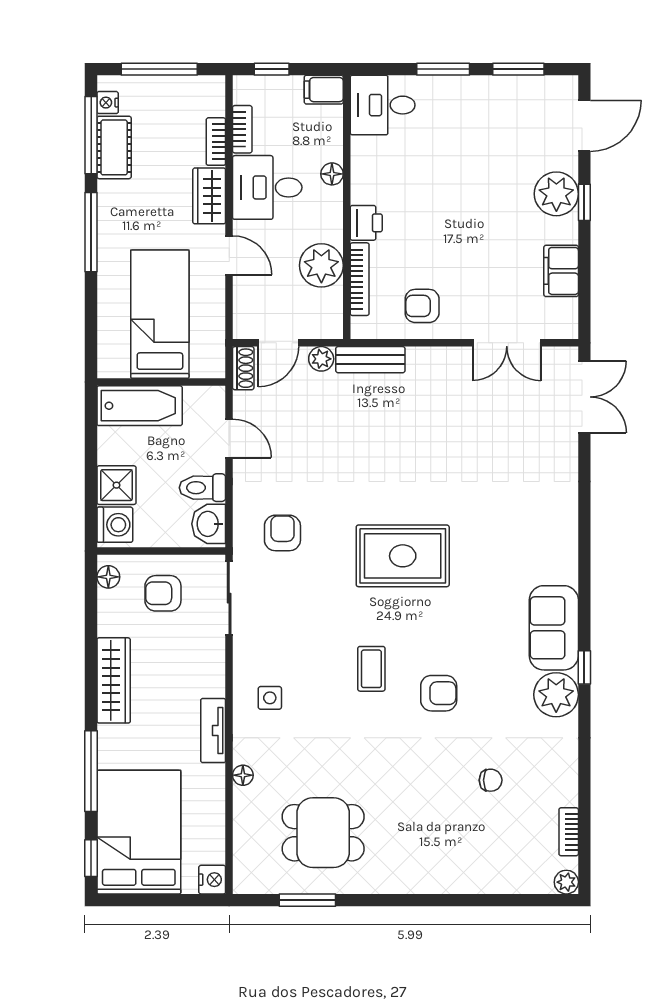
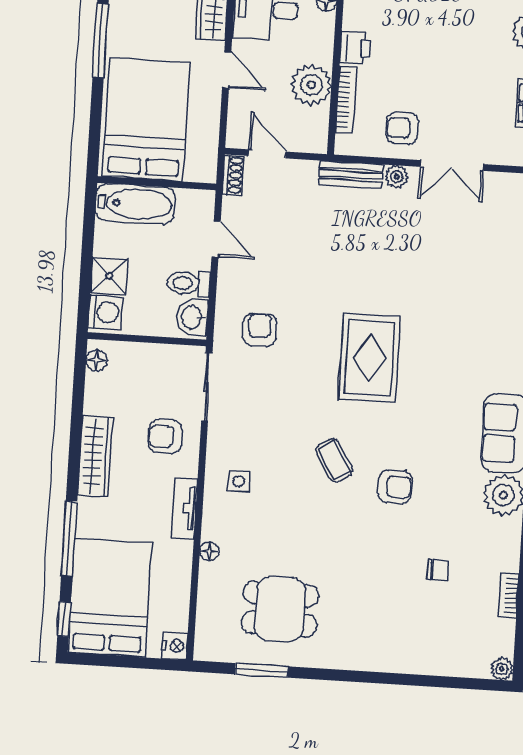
bed: (160, 314) -> (146, 120), width x1.50
door: (278, 343) -> (267, 154), swing flipped
double door: (507, 343) -> (452, 165), moved
plant: (321, 359) -> (397, 177), moved
rug: (403, 556) -> (370, 358), turned 90
armchair: (163, 593) -> (165, 436), moved
coffee table: (371, 669) -> (334, 460), turned -32
bookcase: (569, 832) -> (509, 596), moved

